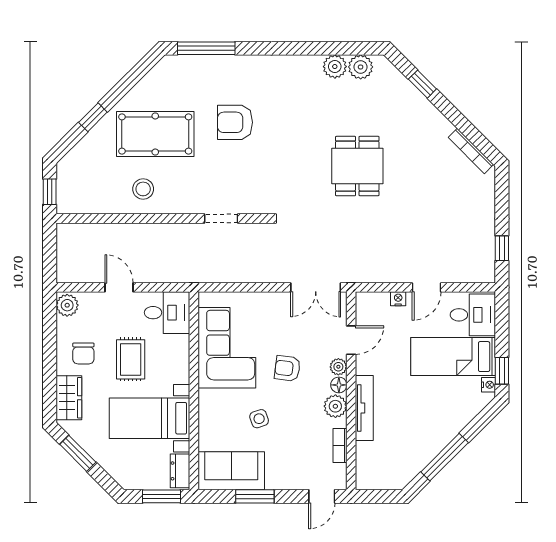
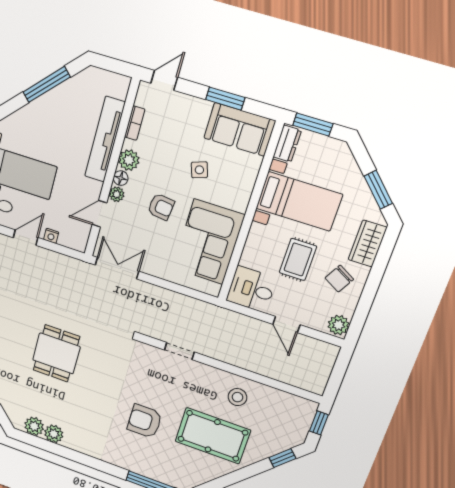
window: (93, 117) -> (282, 458), moved
armchair: (235, 122) -> (145, 421), turned 180
chair: (83, 353) -> (339, 279), turned -151
tv unit: (364, 408) -> (105, 139), width x1.36, depth x1.29

